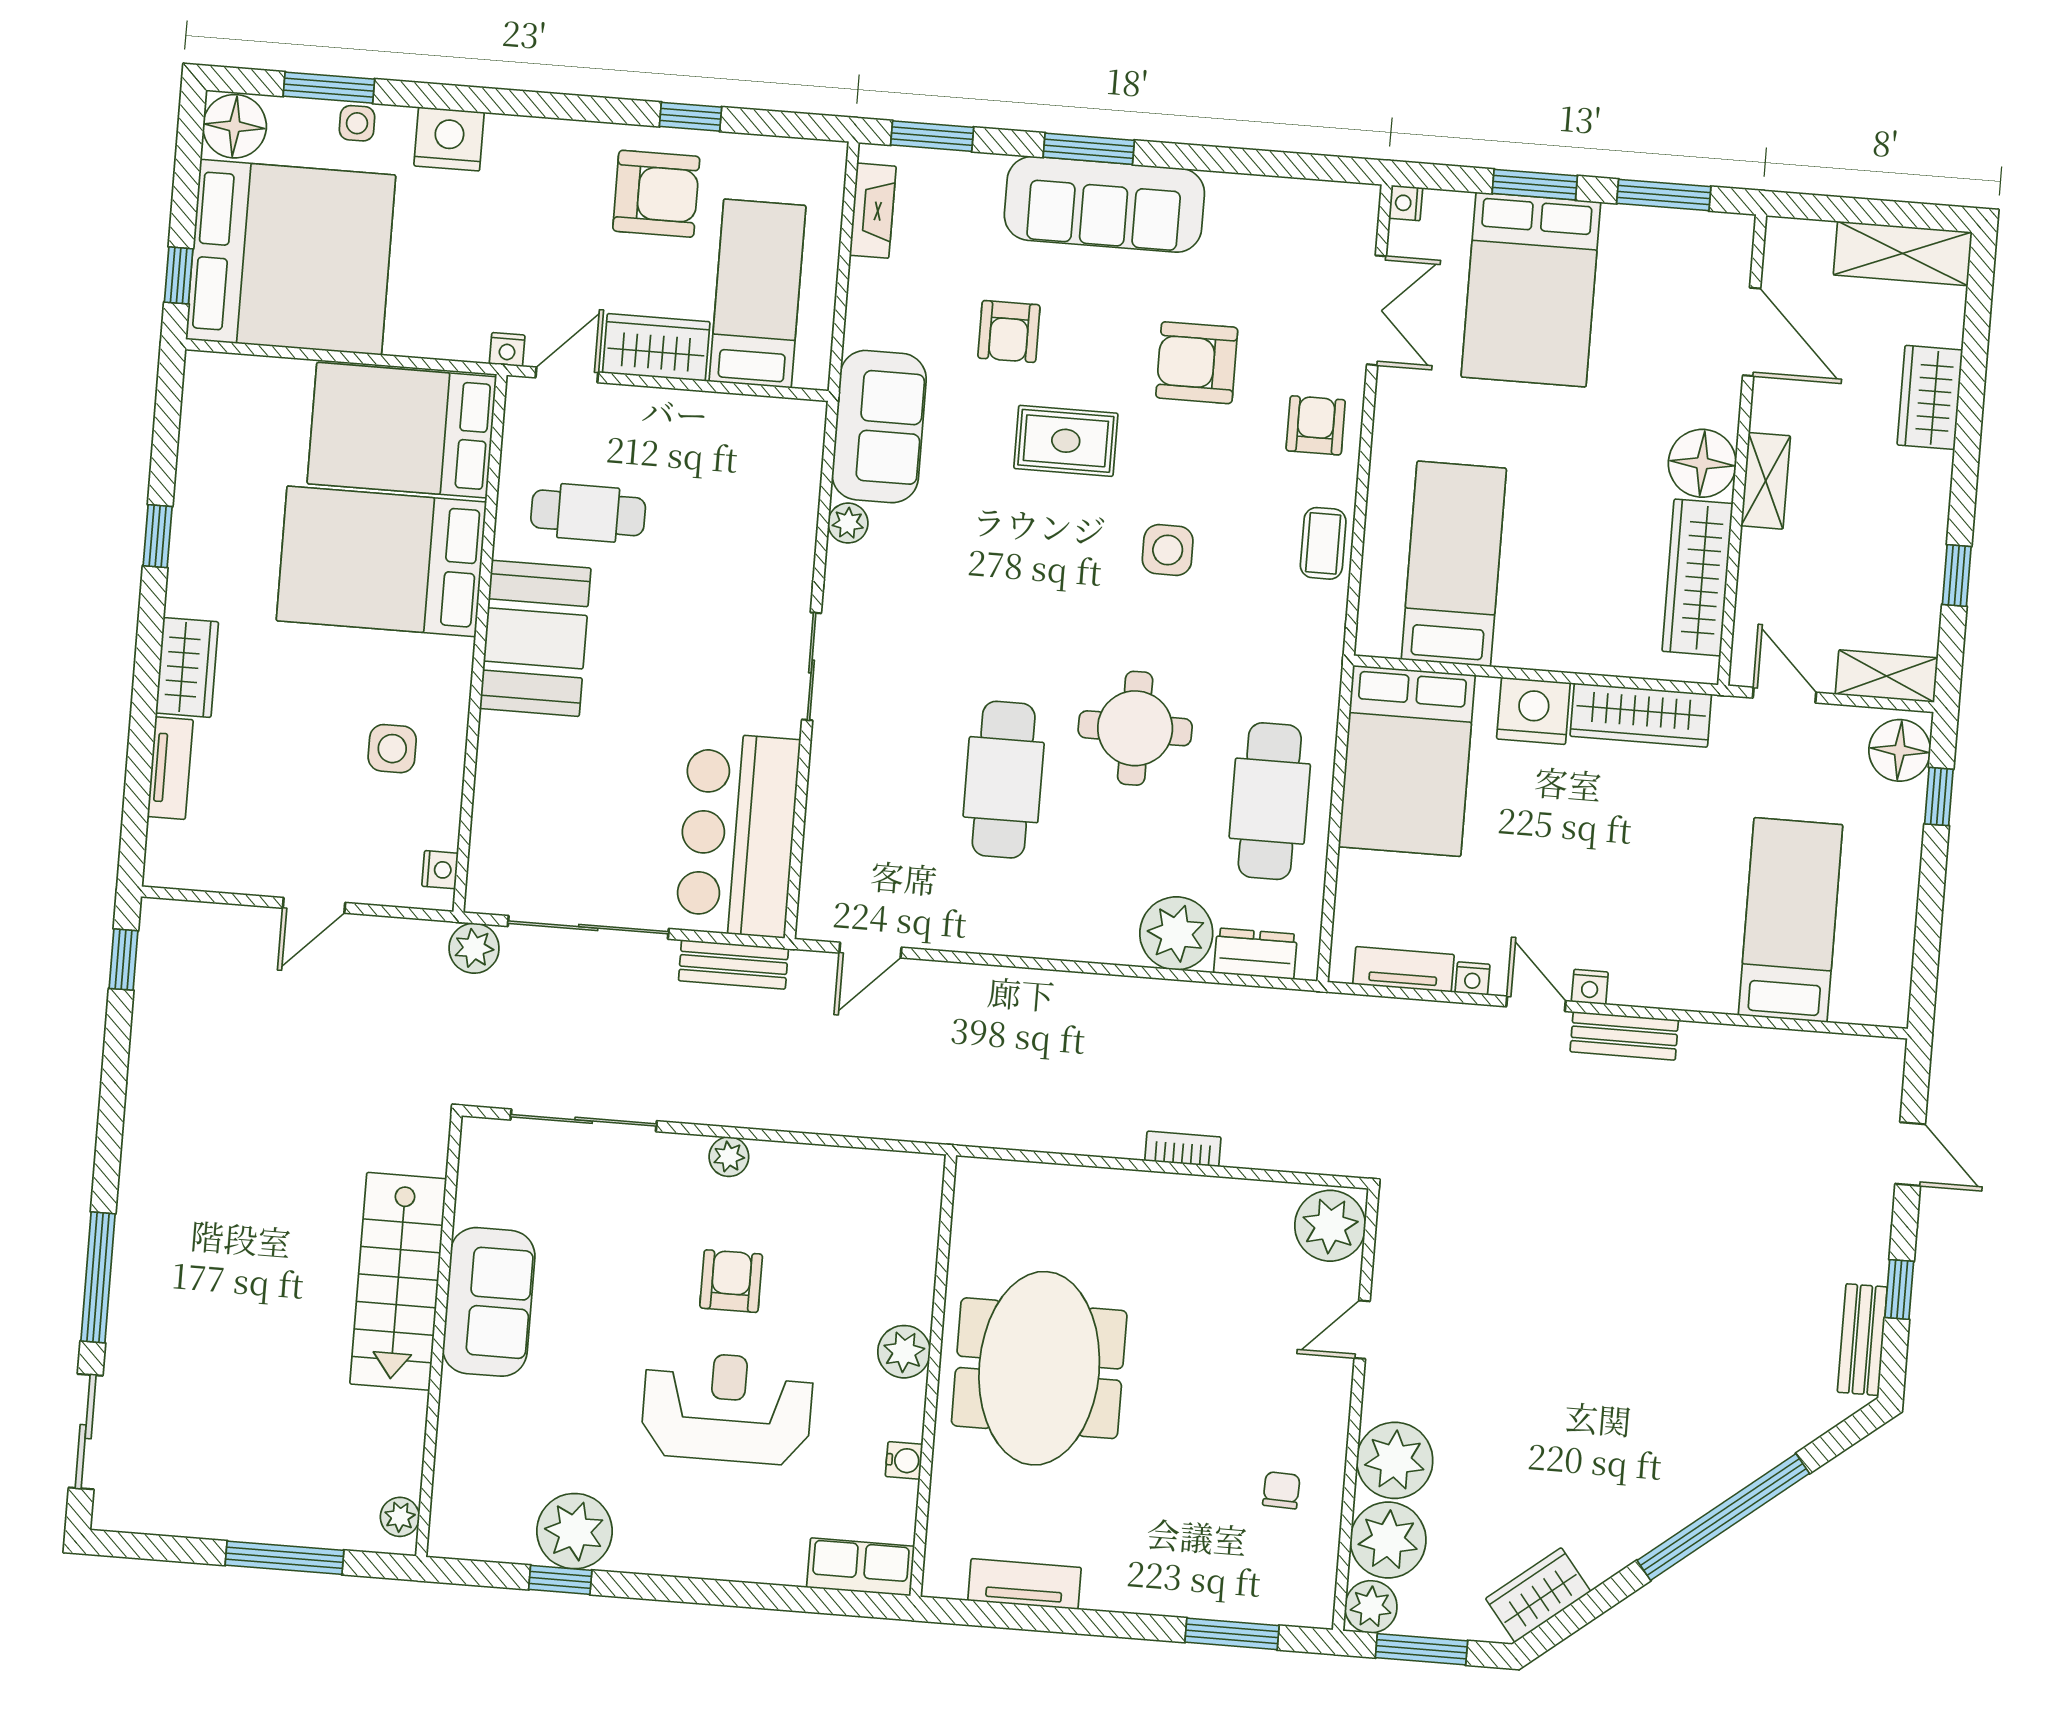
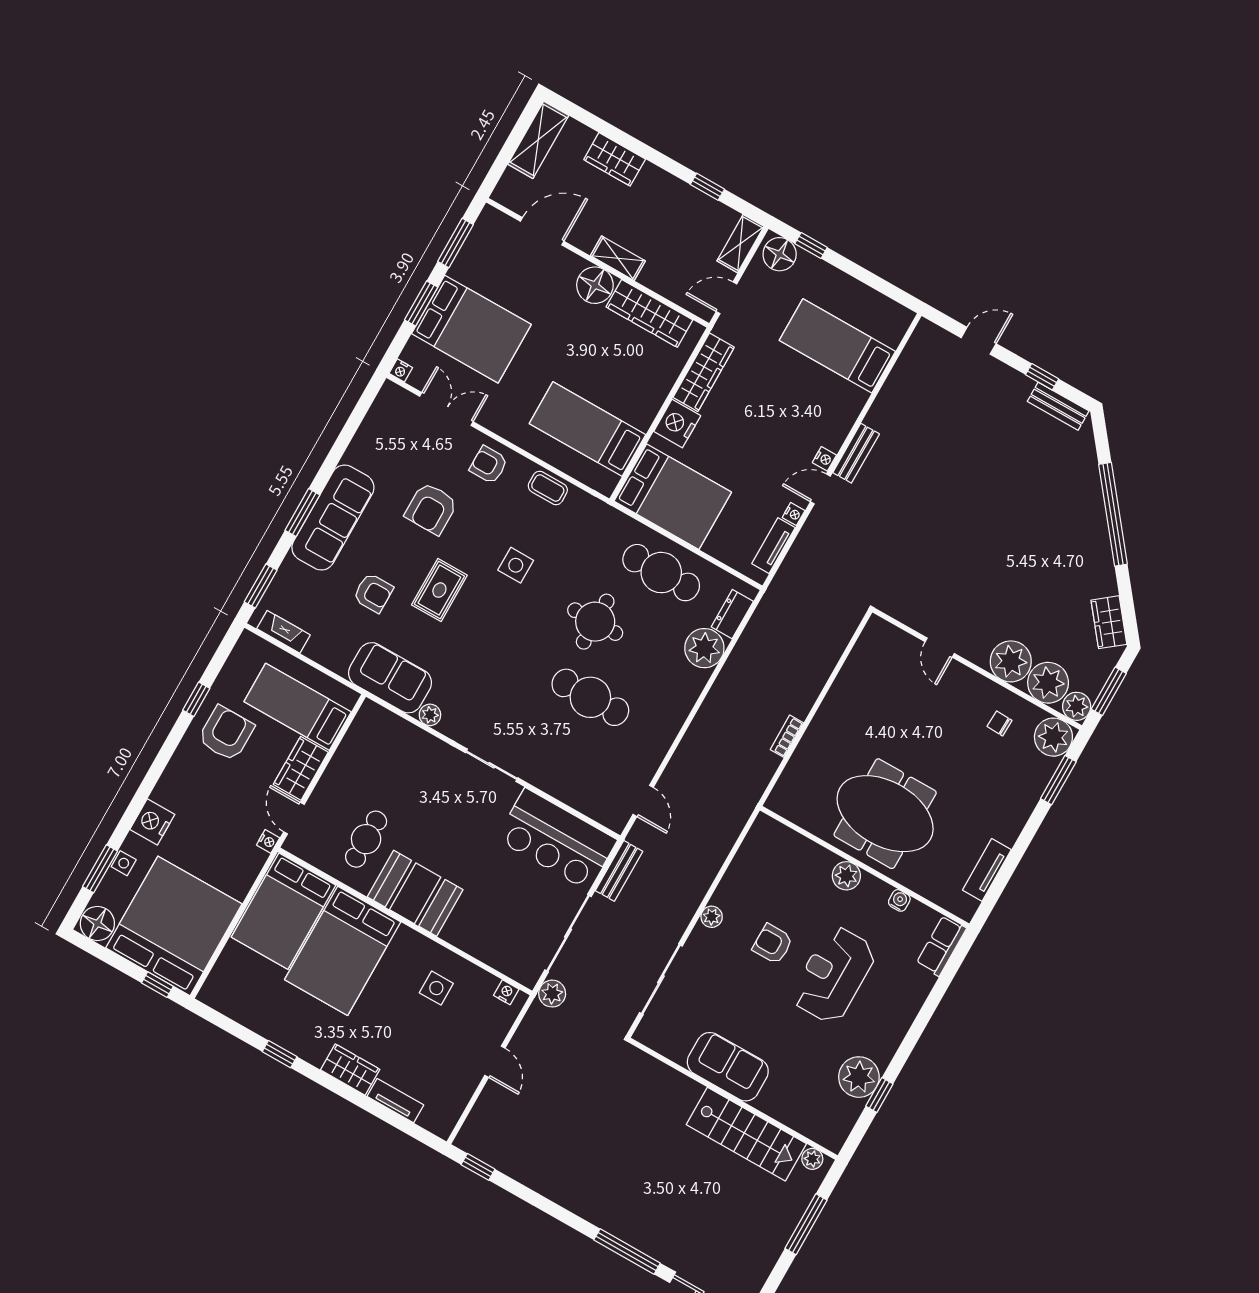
bookcase: (1183, 1149) -> (787, 736), moved
plant: (1330, 1226) -> (1053, 737), moved
stairs: (398, 1281) -> (746, 1134), moved

